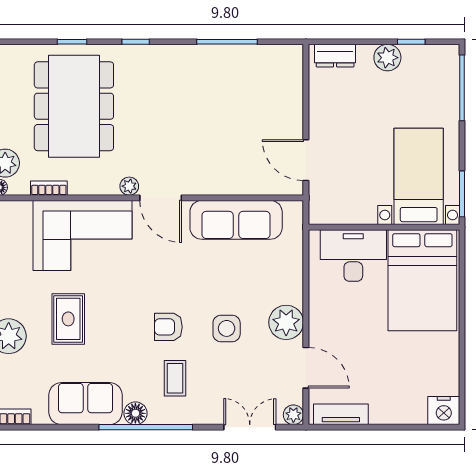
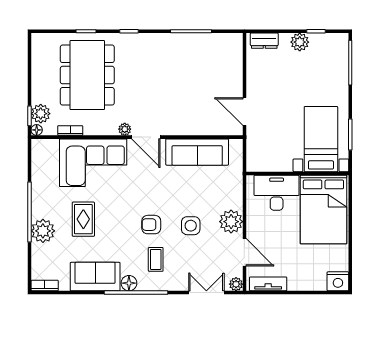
bed with nightstands: (419, 176) -> (321, 139), moved
wall: (384, 227) -> (297, 174), moved
desk: (353, 255) -> (277, 193), moved
bed: (422, 280) -> (323, 210), moved

